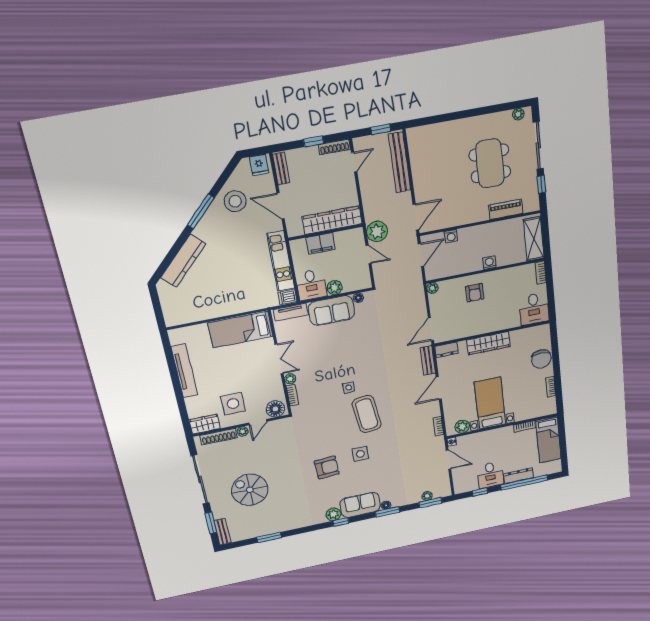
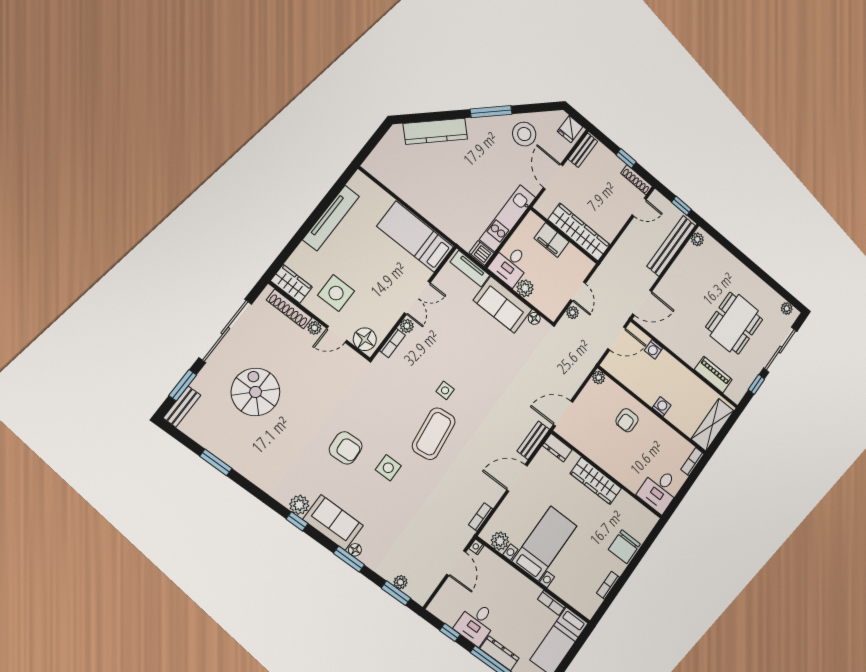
plant: (413, 139) -> (697, 239), added
plant: (377, 231) -> (573, 313), moved, width x0.53, depth x0.53

